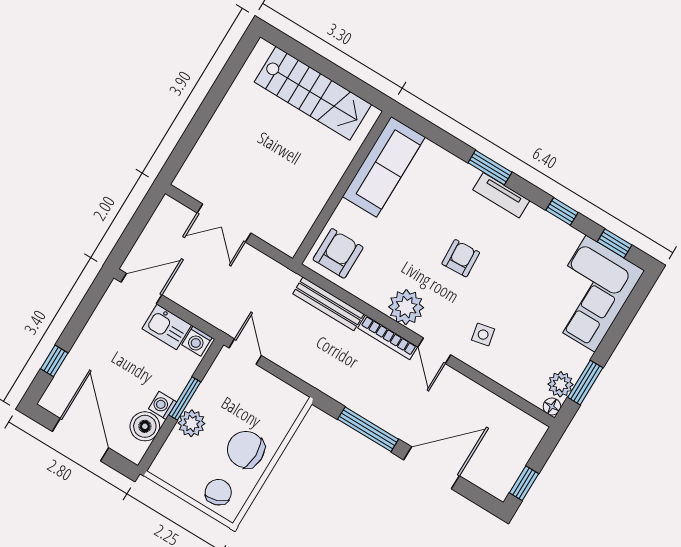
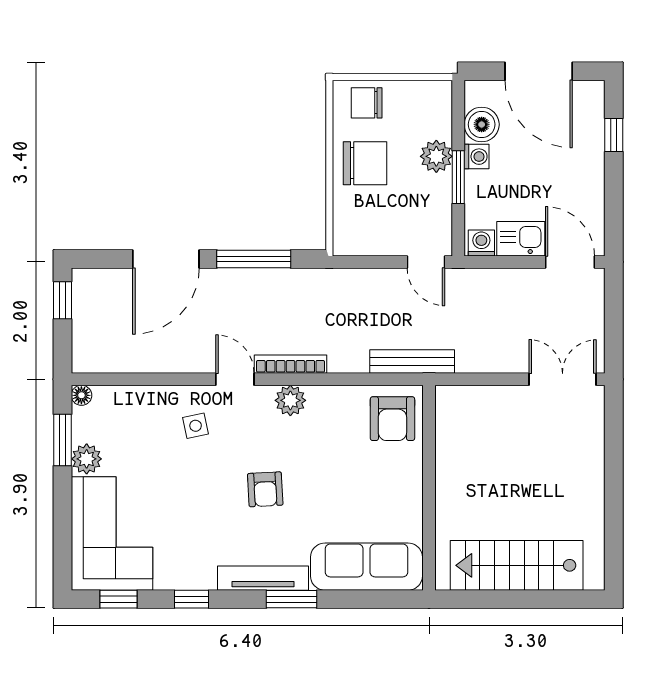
sofa: (384, 167) -> (366, 567), moved, turned 90
tv unit: (501, 195) -> (263, 578), width x1.41
double door: (224, 223) -> (563, 379), moved
door: (141, 289) -> (570, 262), swing flipped
bench: (328, 304) -> (412, 361), moved
plant: (406, 307) -> (290, 400), width x0.73, depth x0.73
plant: (560, 384) -> (87, 459), moved
chair: (218, 492) -> (367, 103), turned 109

